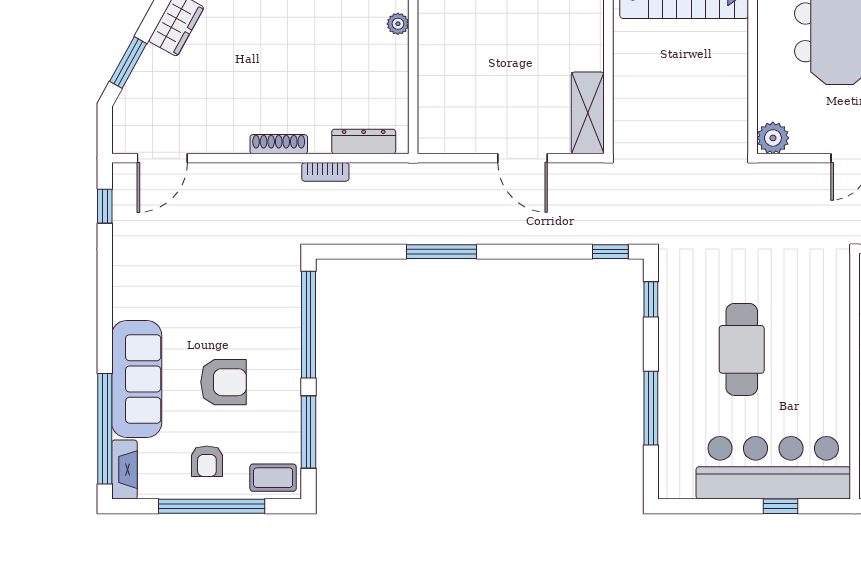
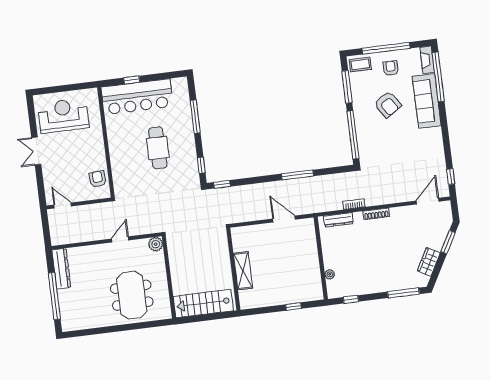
shelving: (588, 113) -> (243, 271), moved
door: (523, 158) -> (284, 219), moved
armchair: (224, 382) -> (388, 104), turned -123

